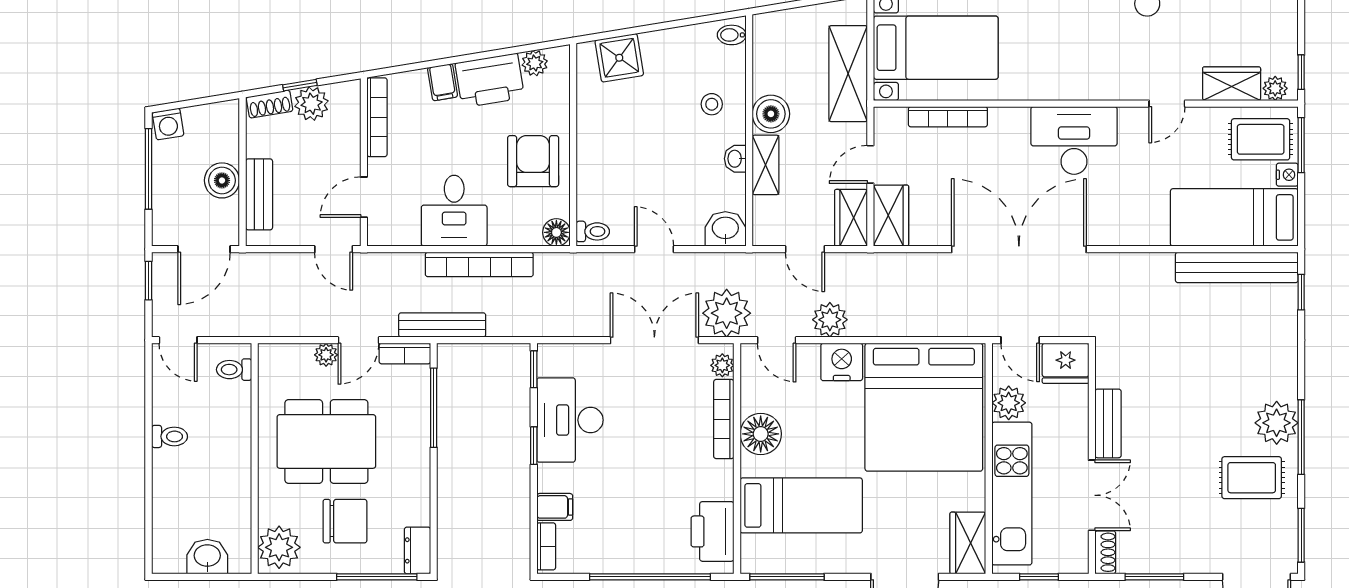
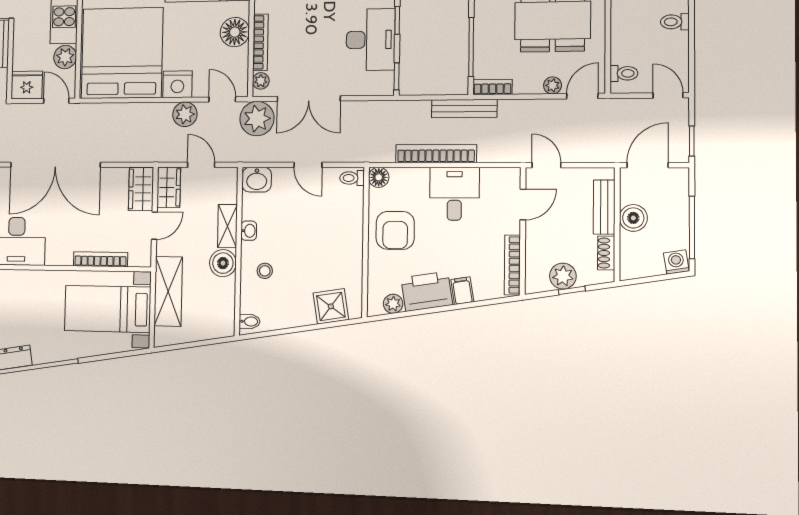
shoe rack: (270, 104) -> (606, 253), moved, turned -81
door: (359, 340) -> (582, 96), moved

